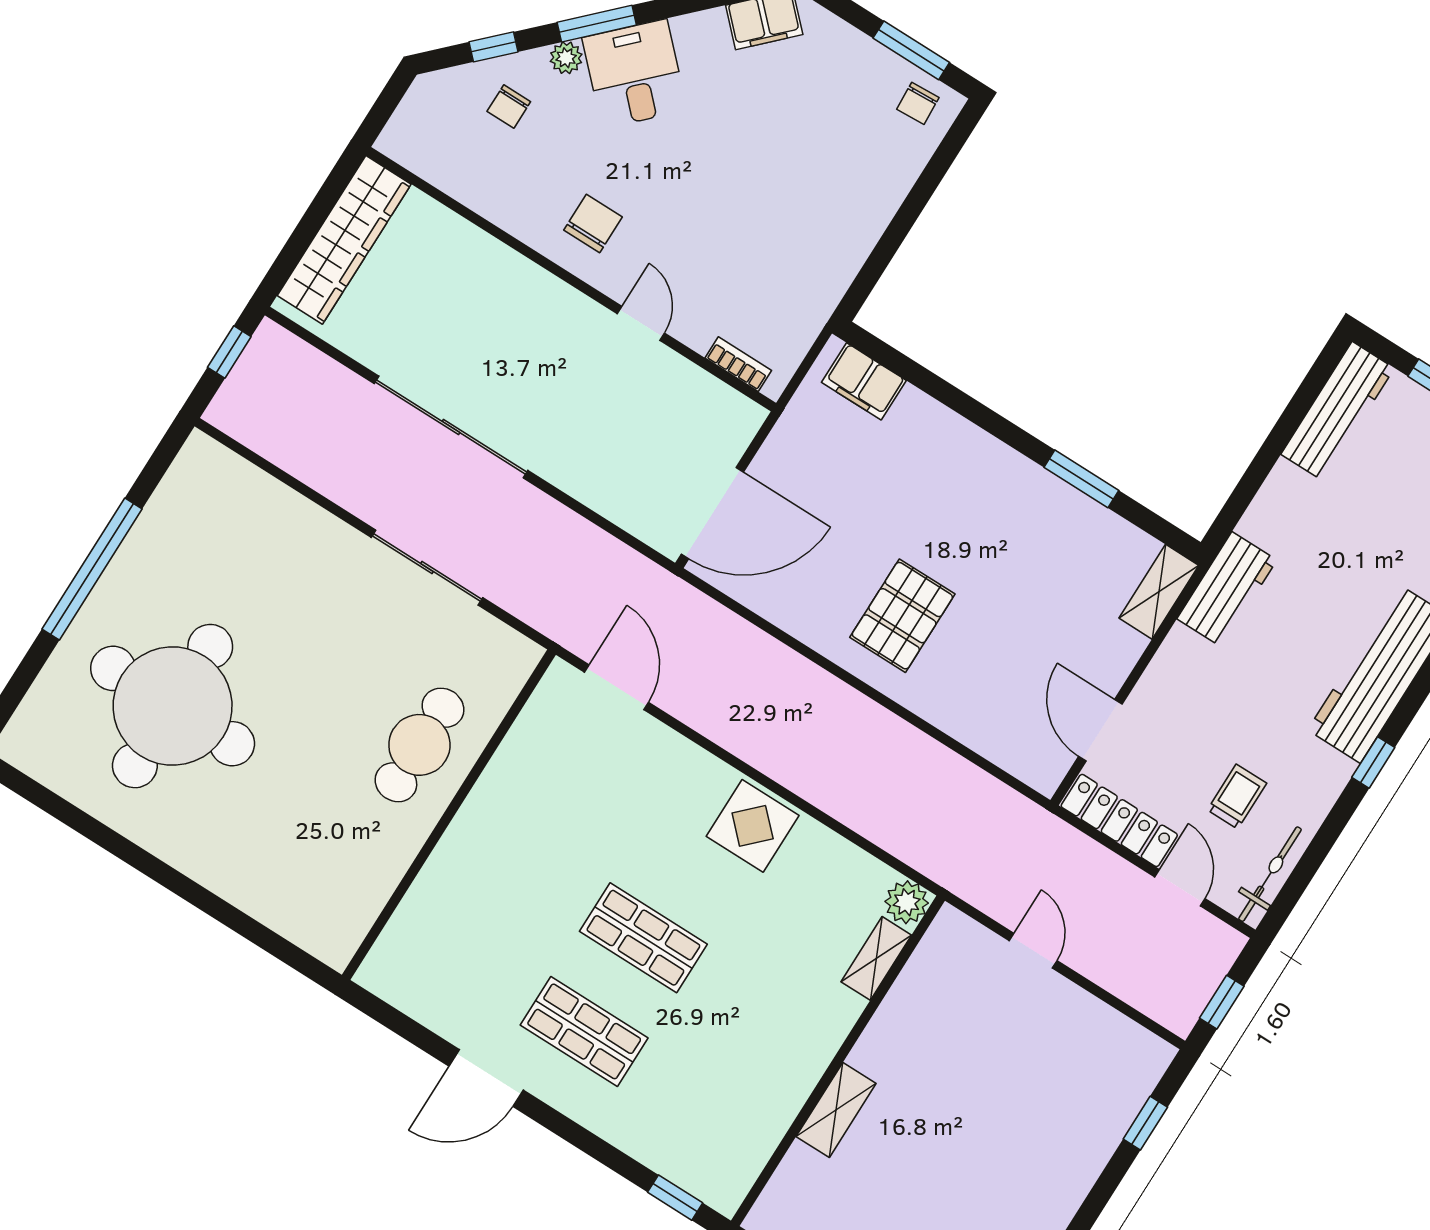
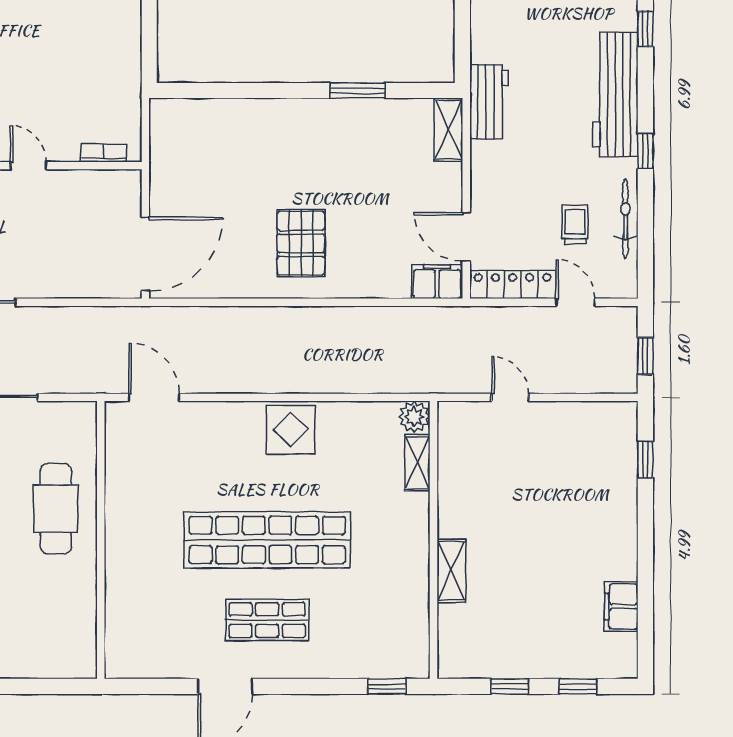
filing cabinet: (864, 381) -> (437, 282), moved, turned 180
bicycle: (1270, 874) -> (625, 219), moved
shop shelf: (643, 938) -> (267, 540), width x2.00, depth x1.36

